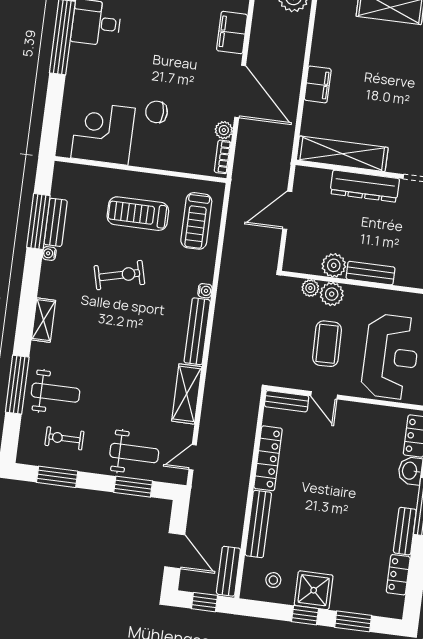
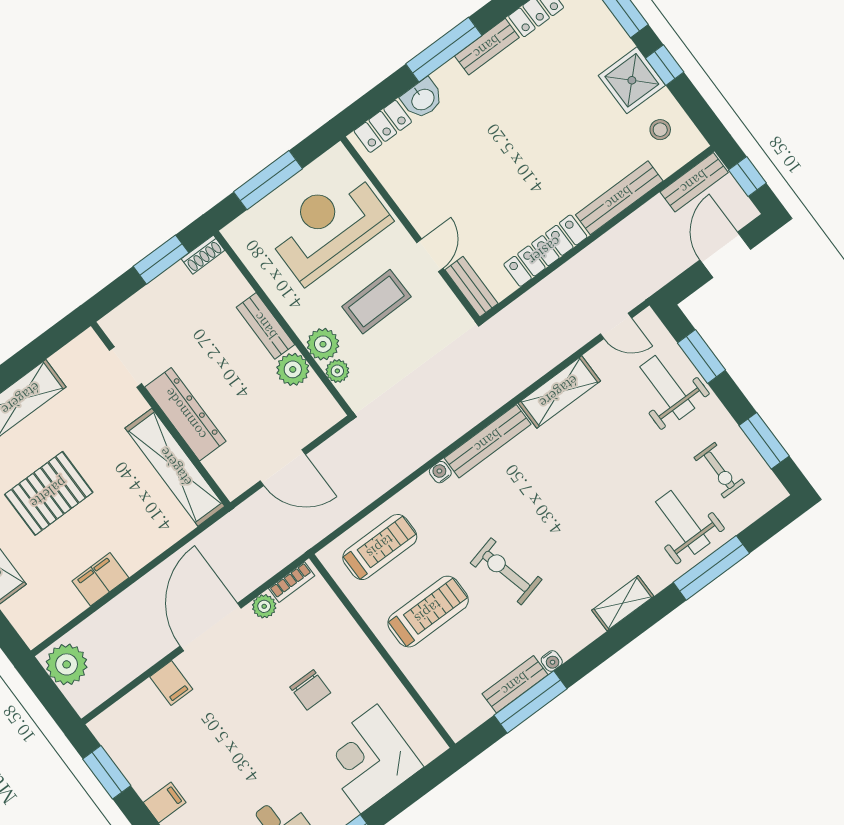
filing cabinet: (232, 33) -> (171, 683), width x0.50
pallet: (392, 74) -> (49, 493), added
filing cabinet: (318, 84) -> (100, 579), moved
corner desk: (103, 133) -> (369, 759), moved, turned 90
treadmill: (138, 214) -> (428, 612), turned -90

